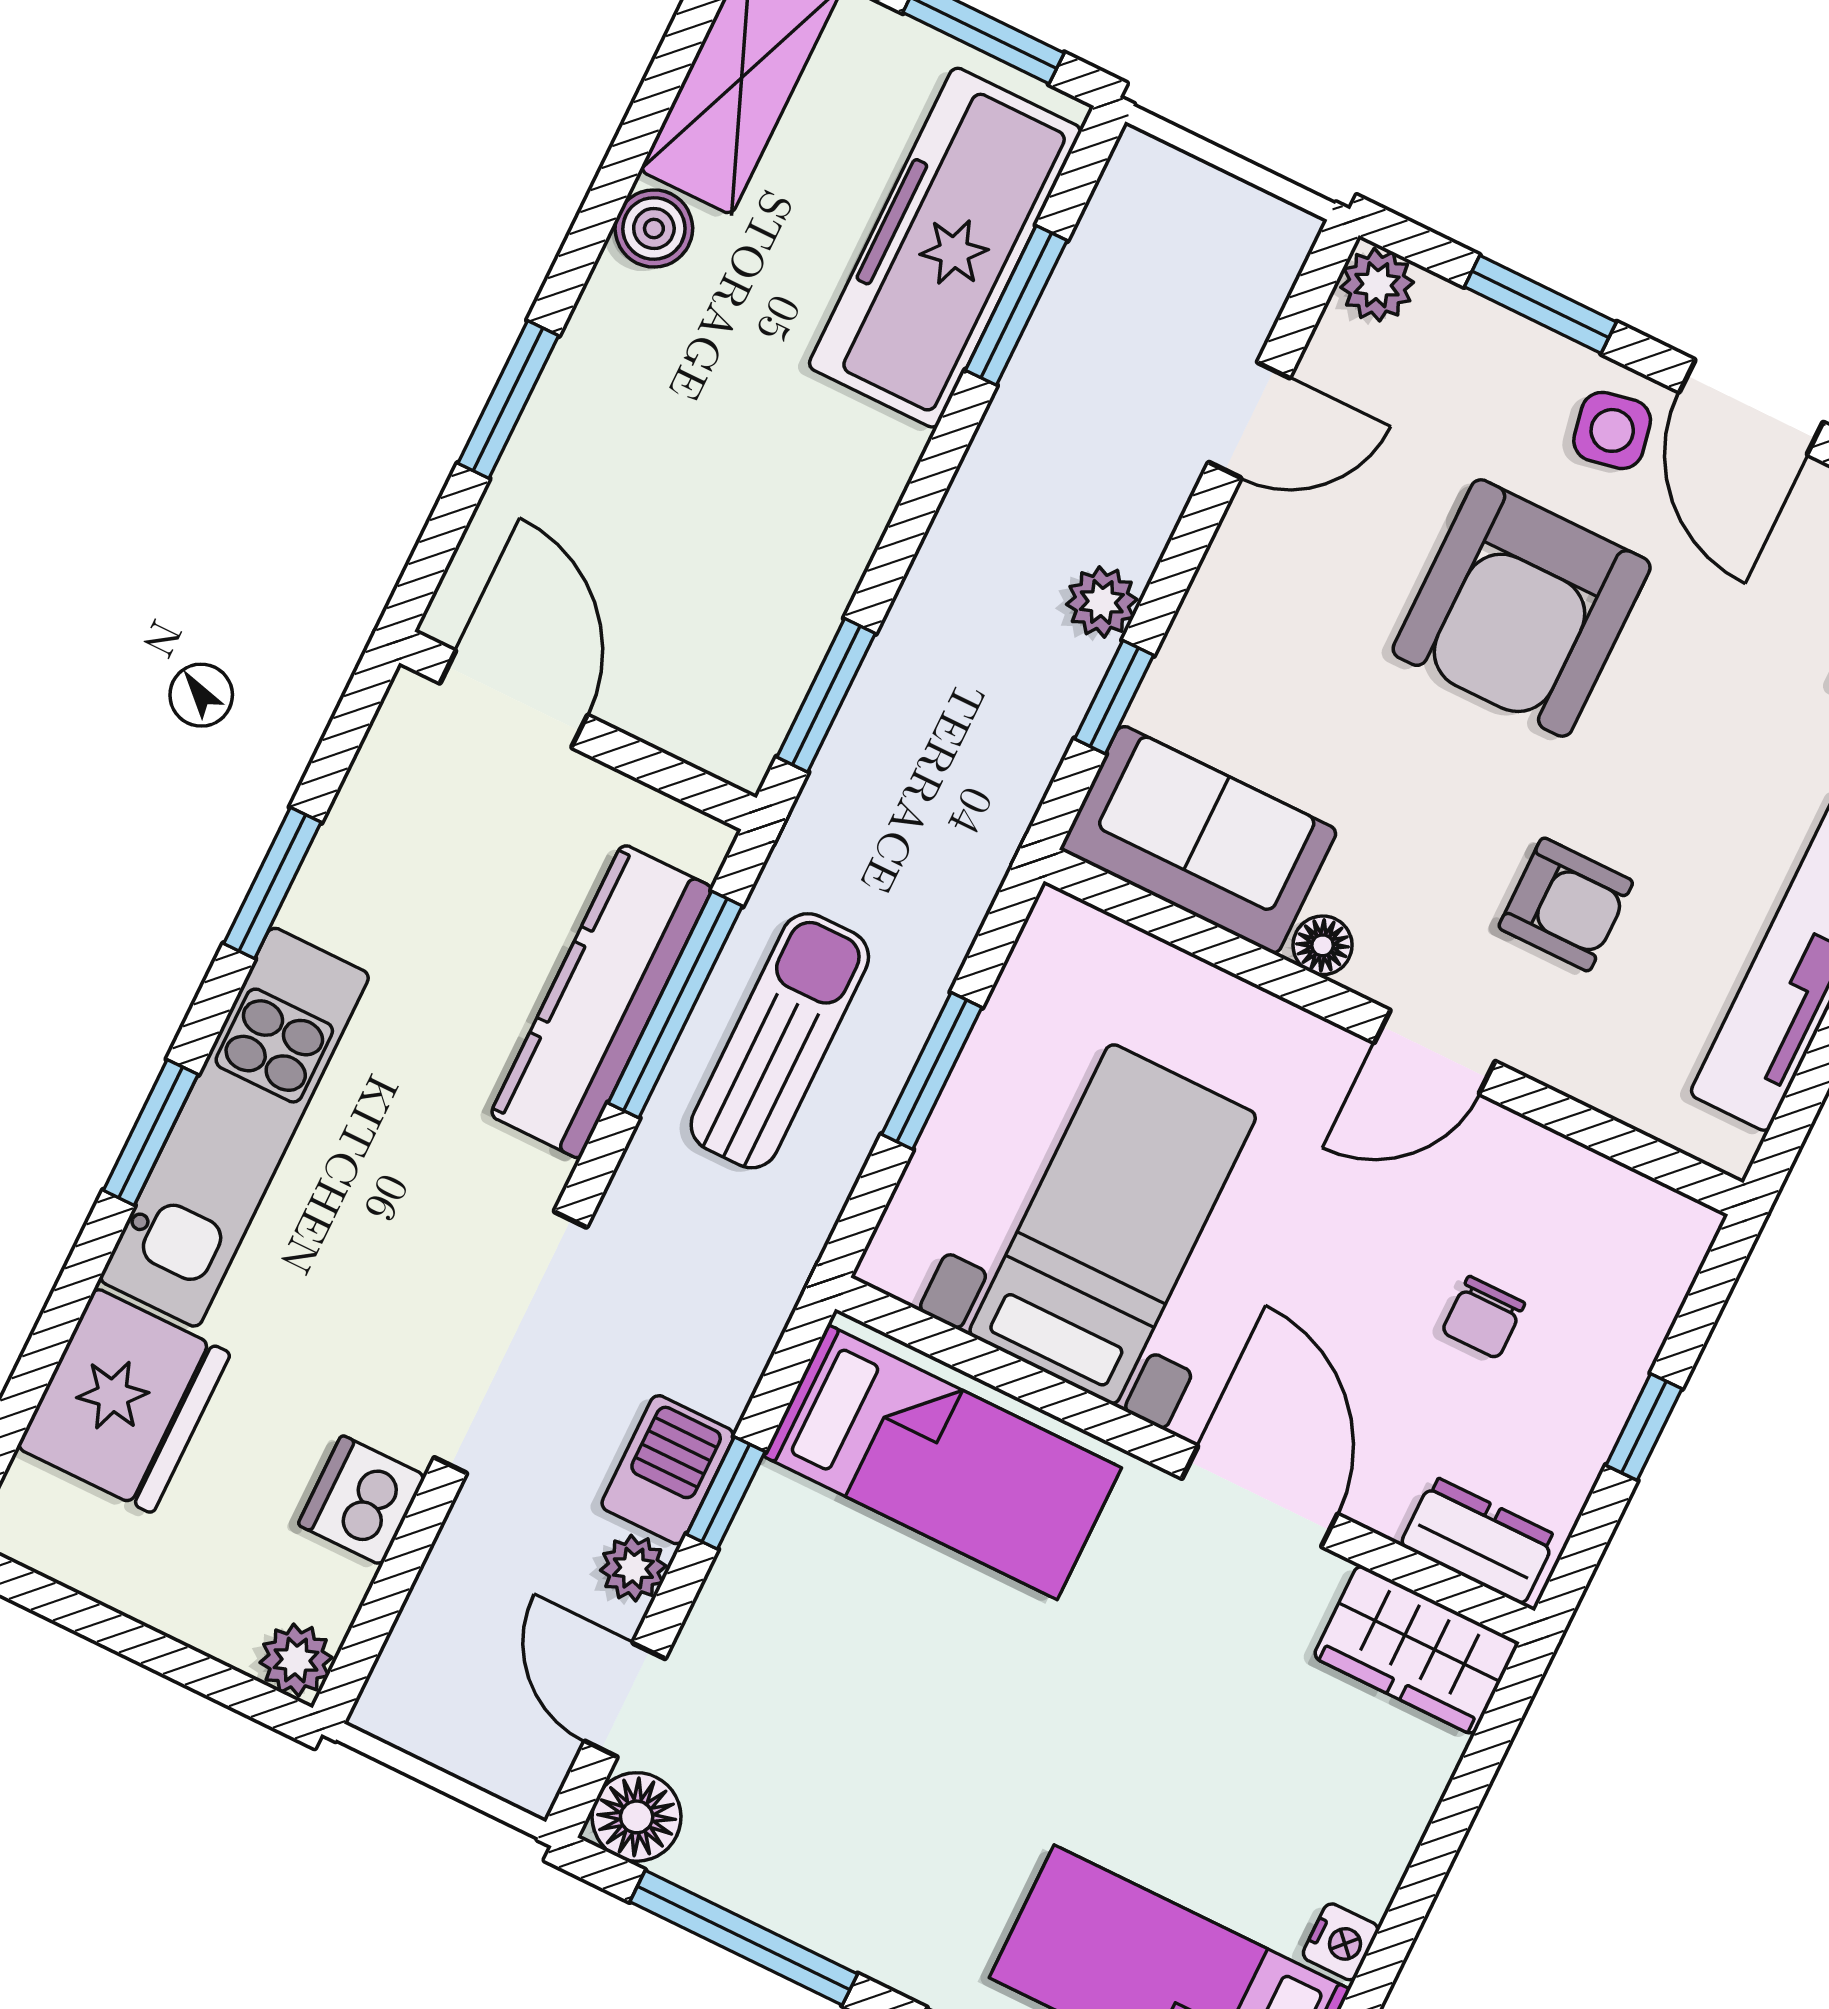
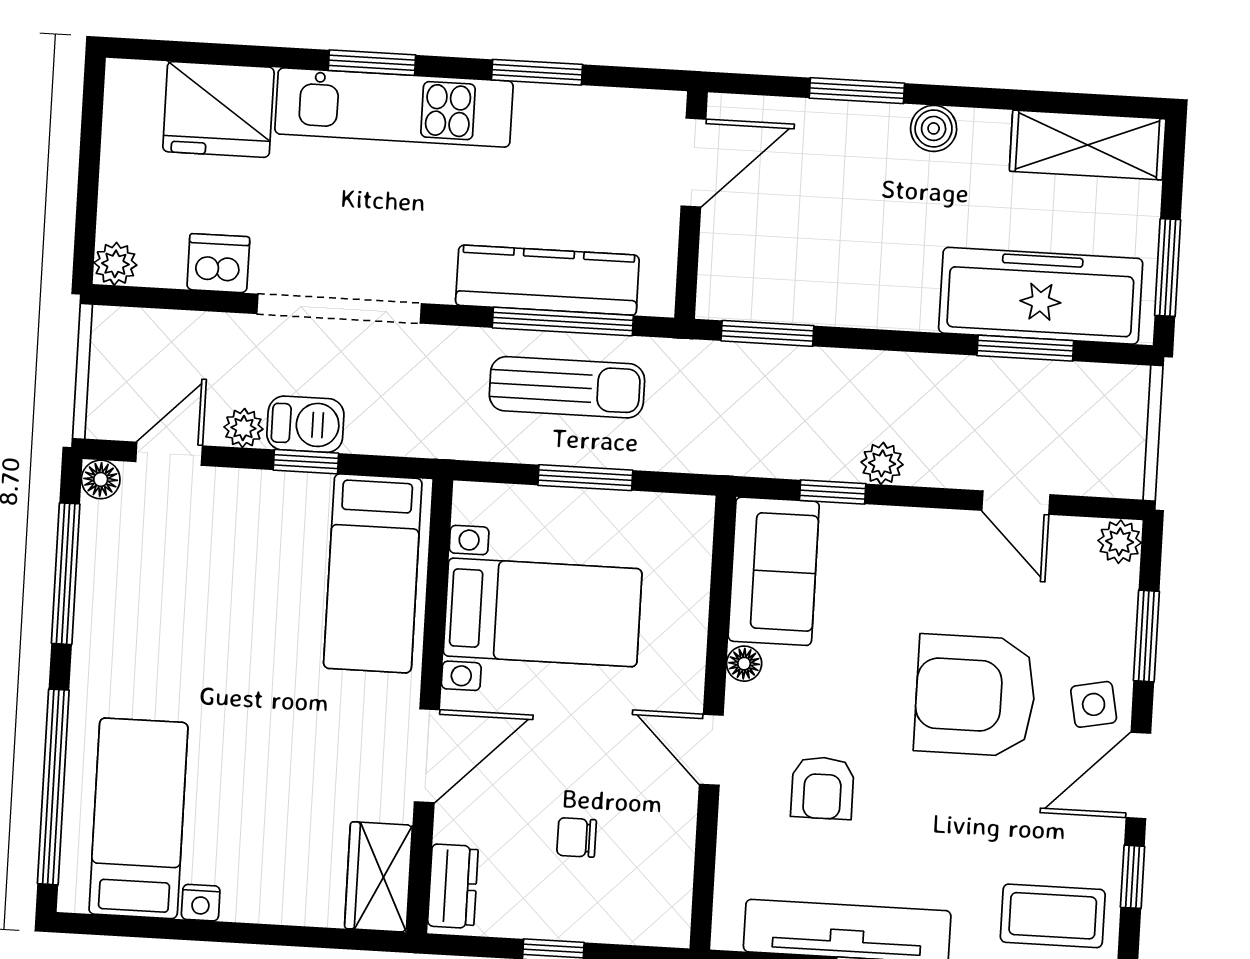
boiler: (654, 228) -> (934, 128), moved
floor lamp: (637, 1817) -> (101, 479), width x0.73, depth x0.73

